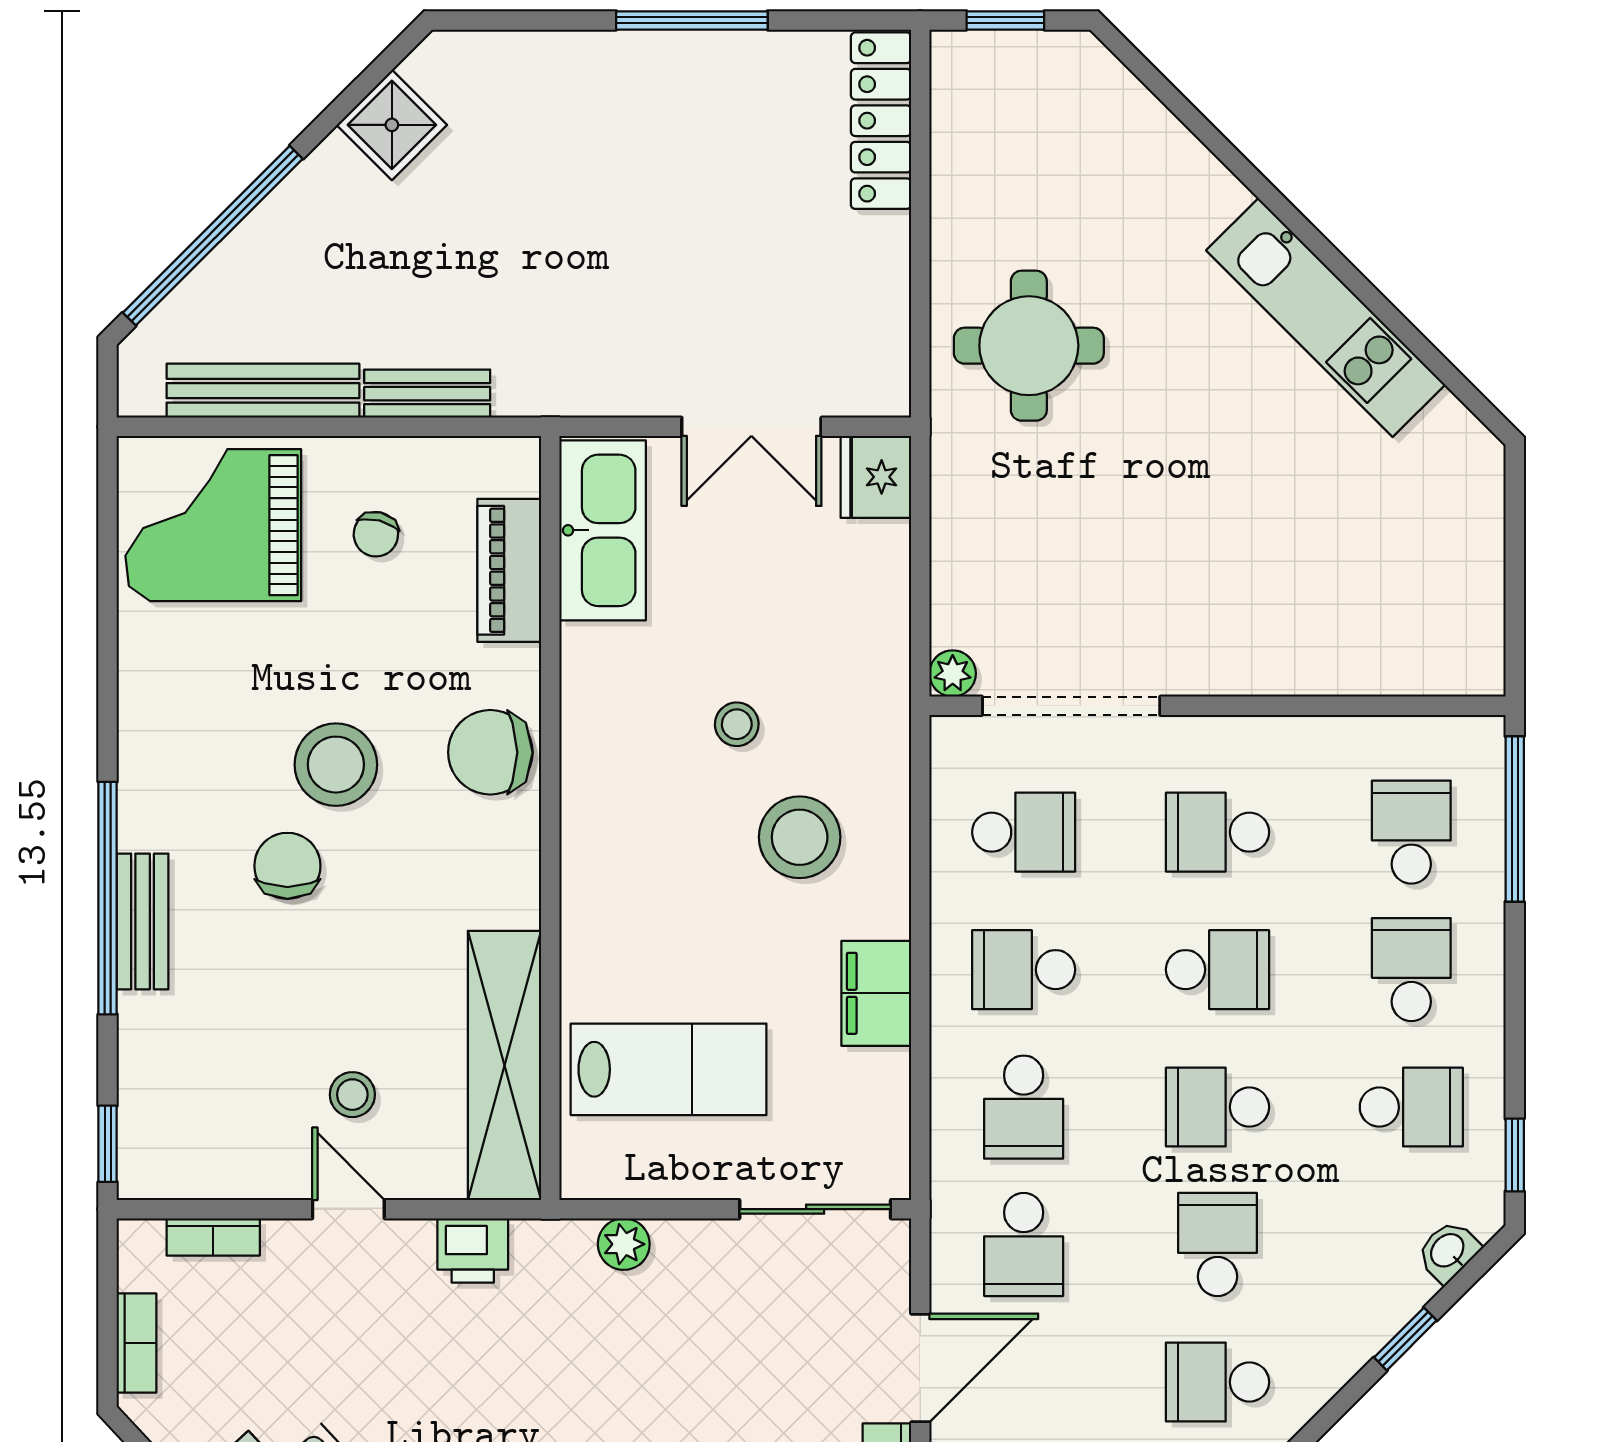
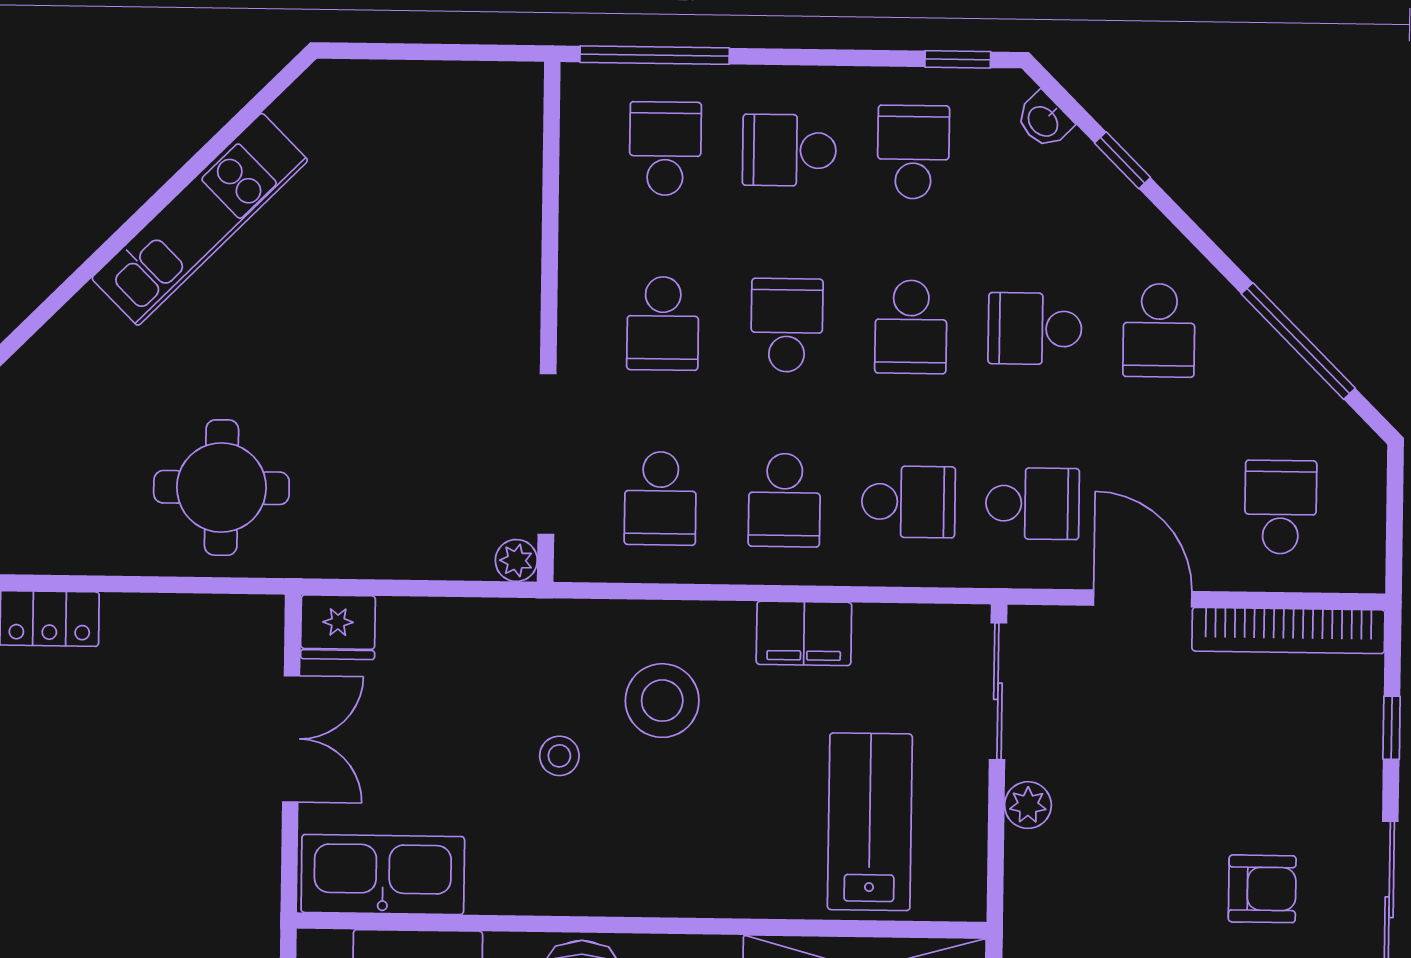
school desk: (1024, 832) -> (660, 498), turned 180
school desk: (1411, 832) -> (665, 149), turned 90
plant: (624, 1244) -> (1028, 805), moved

